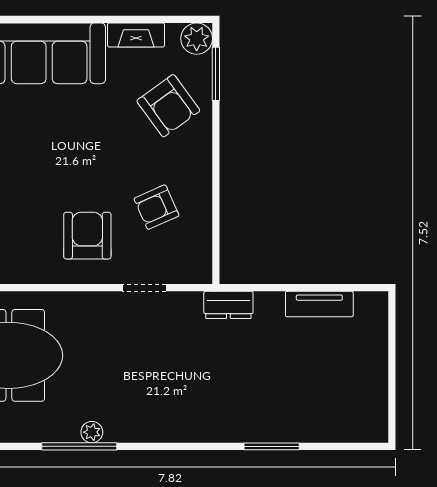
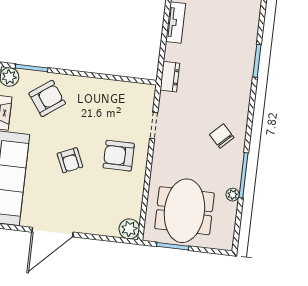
armchair: (156, 207) -> (70, 160), moved
chair: (140, 403) -> (222, 136), added
plant: (92, 432) -> (233, 195), moved

